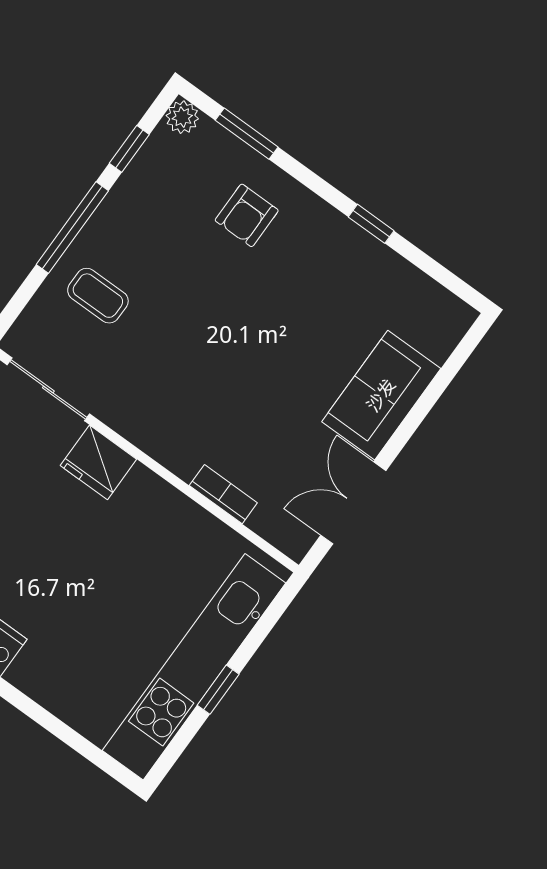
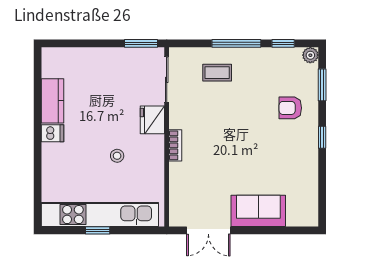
window: (371, 224) -> (322, 137), moved
coffee table: (98, 296) -> (217, 73), turned 90
bookcase: (223, 494) -> (175, 145), moved
double door: (353, 503) -> (208, 230), swing flipped
stool: (116, 566) -> (117, 156), added

